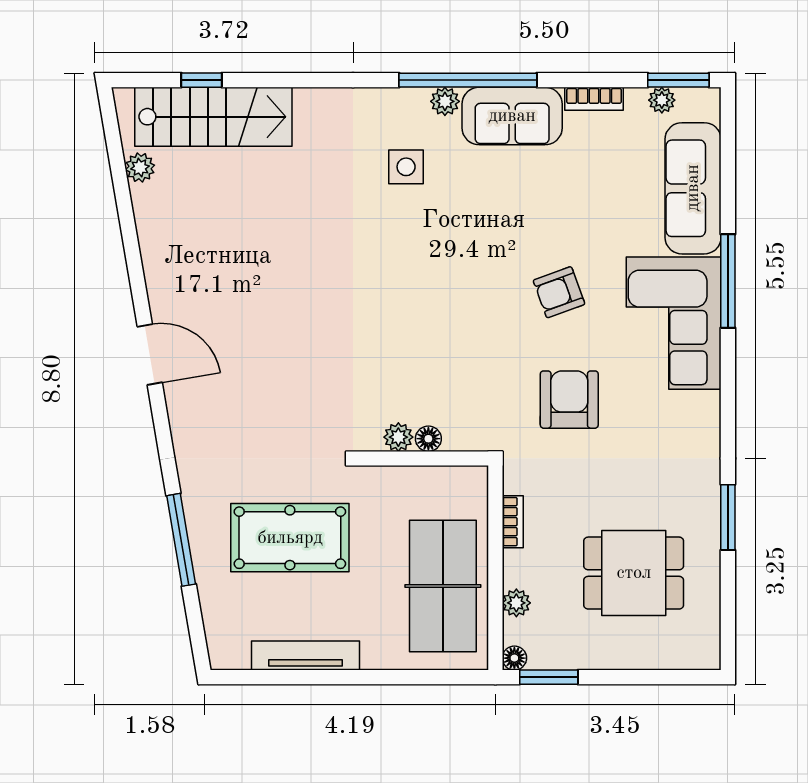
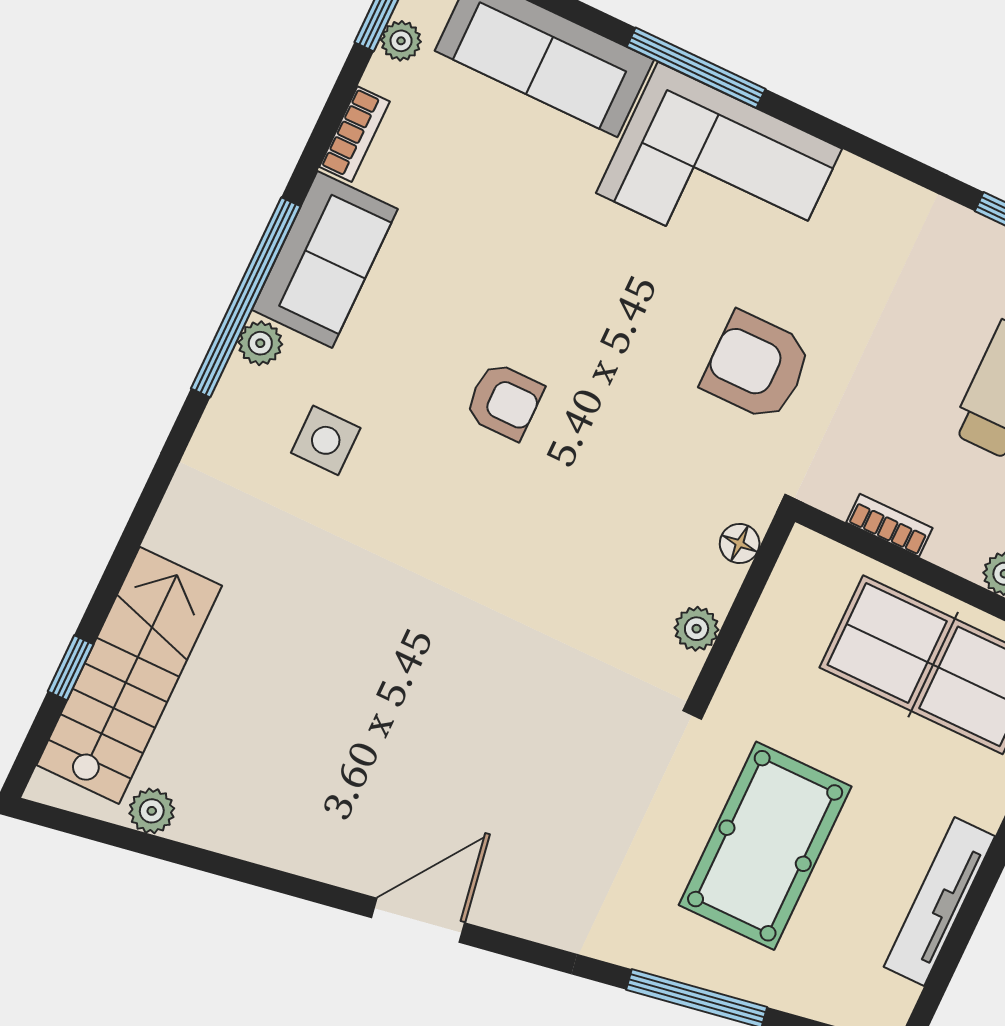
armchair: (559, 292) -> (504, 401), moved, turned -70
floor lamp: (428, 439) -> (740, 544), moved

